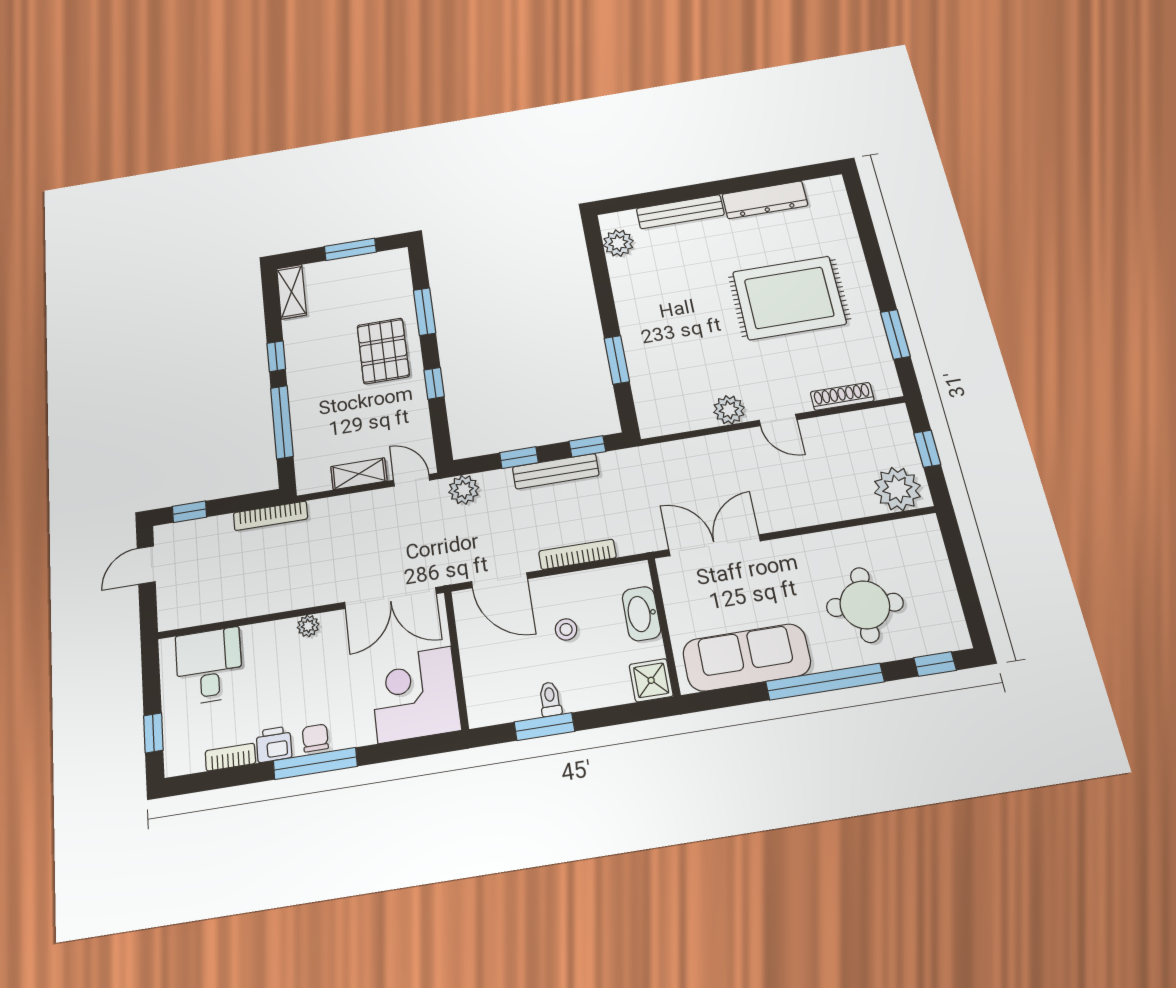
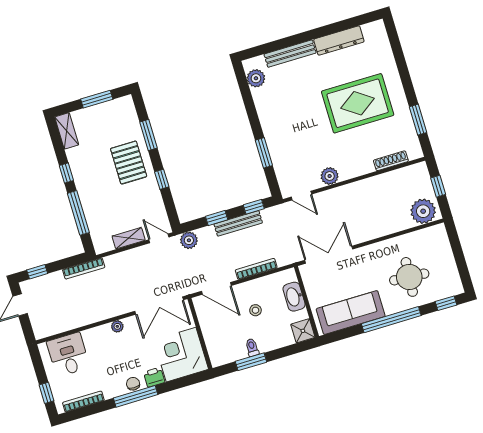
door: (778, 420) -> (301, 196), moved
printer: (274, 744) -> (154, 377), moved
bookcase: (230, 757) -> (83, 402), width x1.56

